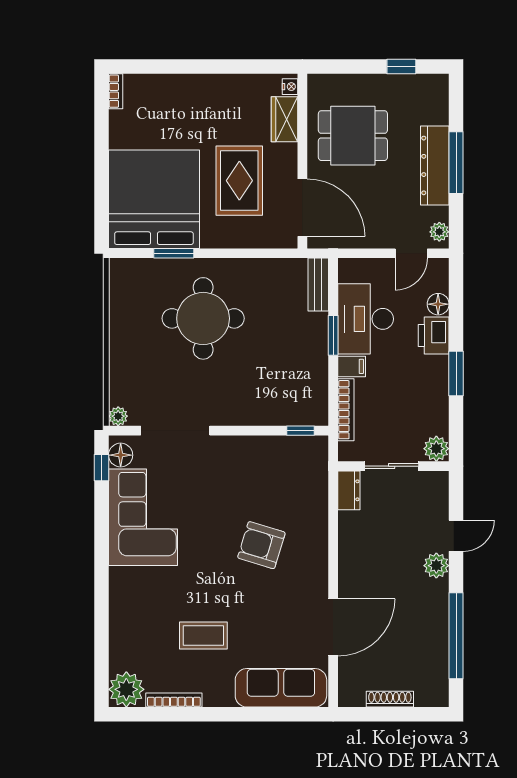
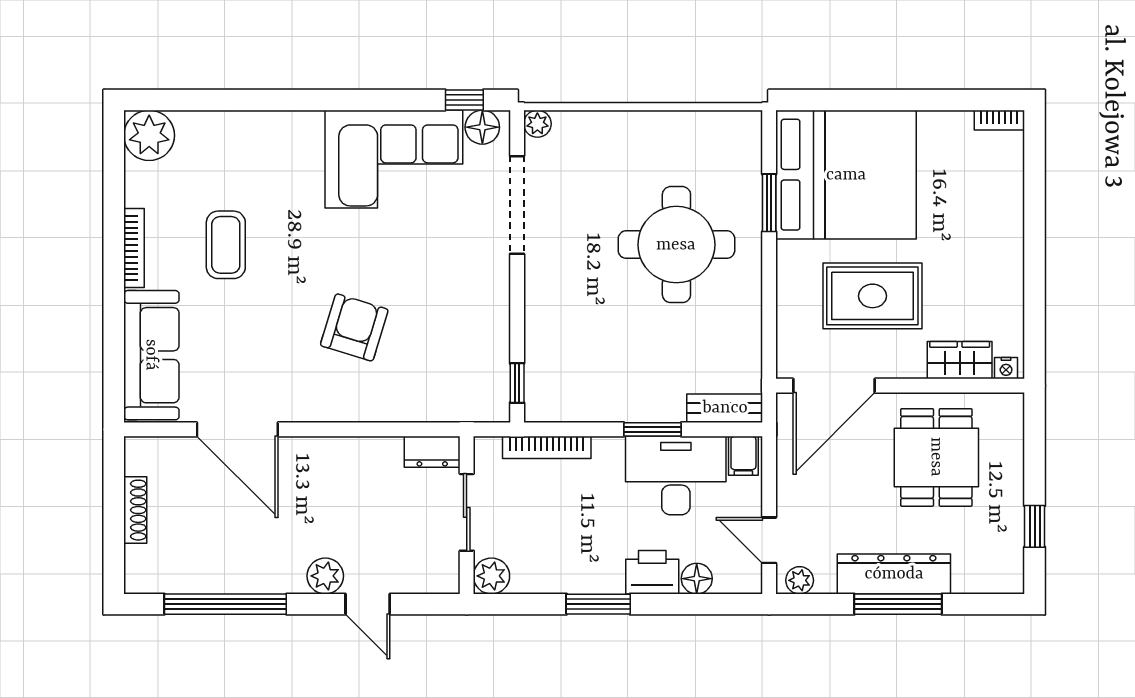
filing cabinet: (352, 366) -> (743, 456), moved
bookcase: (174, 700) -> (134, 248), moved

